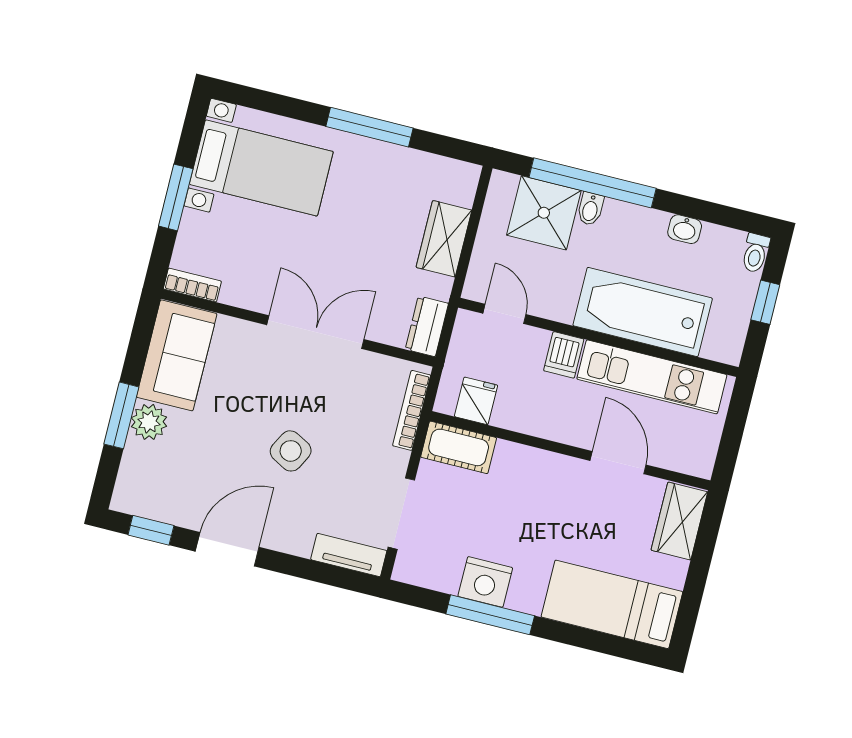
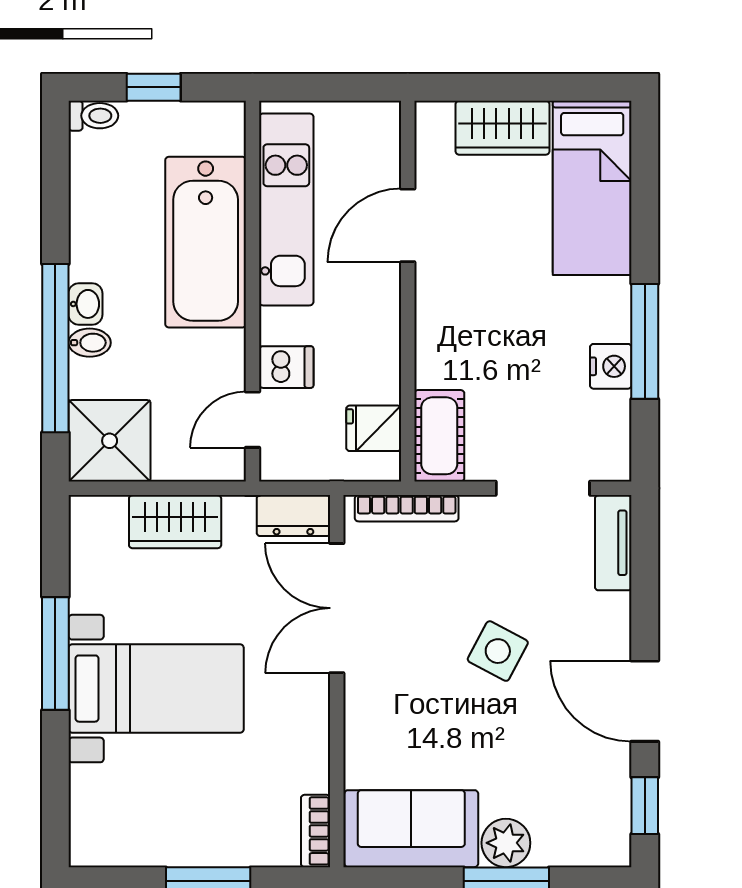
bed with nightstands: (261, 168) -> (156, 689), moved, turned 90
shower: (544, 213) -> (110, 441), moved
washbasin: (685, 229) -> (85, 304), moved
double door: (315, 332) -> (337, 608), moved
dishwasher: (564, 355) -> (286, 367), moved
wardrobe: (679, 521) -> (502, 128), moved
nightstand: (485, 582) -> (611, 366), width x0.74, depth x0.75

